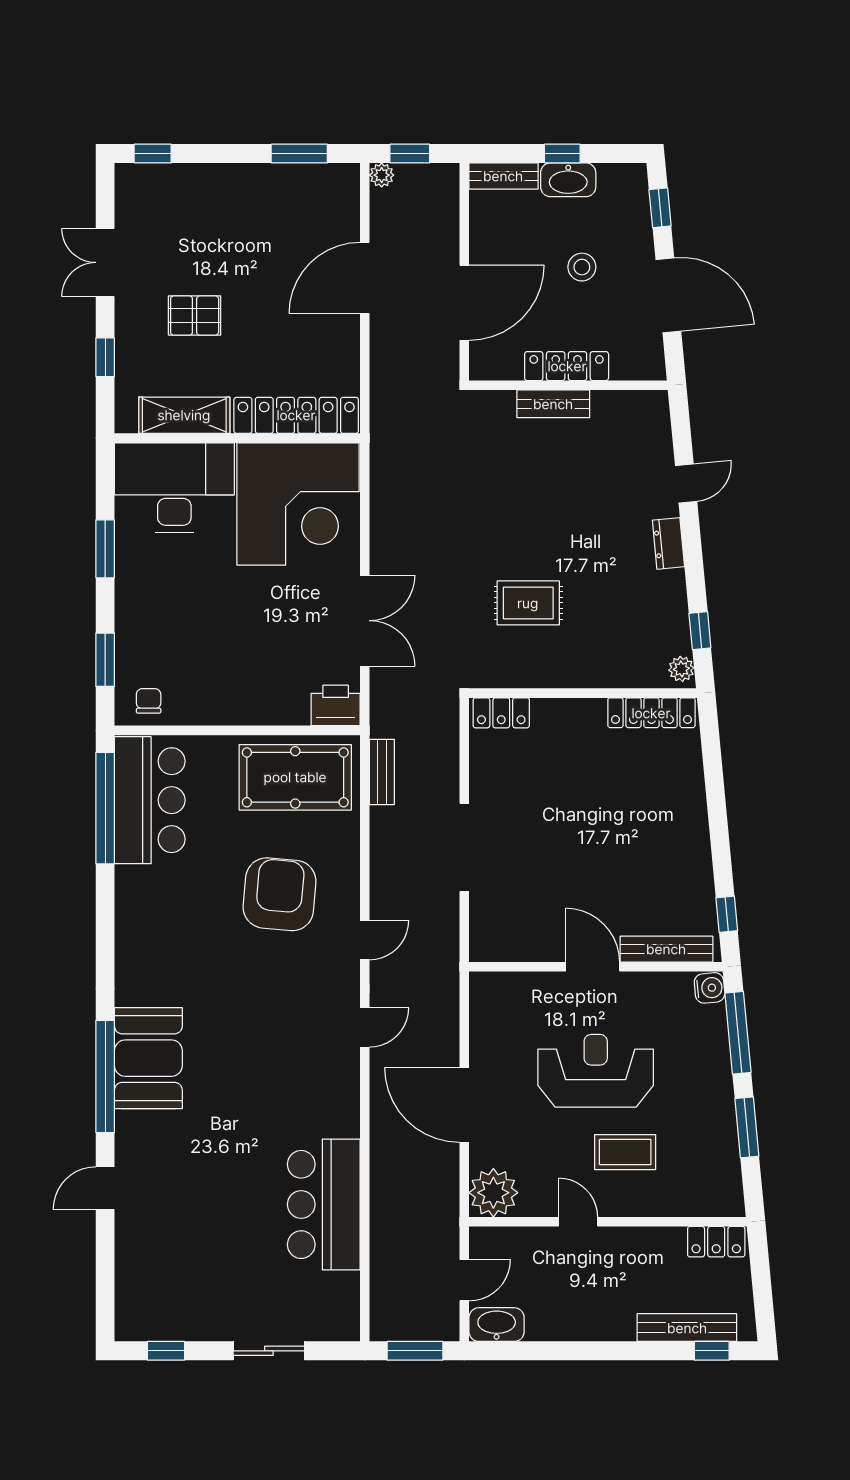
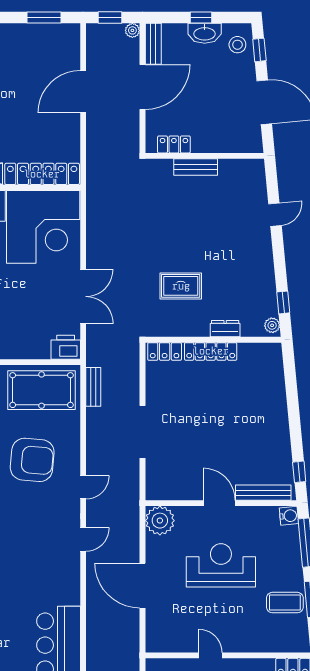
plant: (382, 175) -> (132, 30), moved
bench: (503, 176) -> (153, 44), moved, turned 90
stool: (582, 267) -> (237, 45), moved
door: (464, 303) -> (142, 87), moved
locker: (567, 366) -> (174, 144), moved, width x0.66
dresser: (668, 543) -> (225, 329), moved, turned 95
locker: (651, 713) -> (211, 351), moved
armchair: (280, 894) -> (32, 460), turned 90
coffee table: (625, 1152) -> (285, 603), moved
plant: (493, 1193) -> (160, 521), moved

